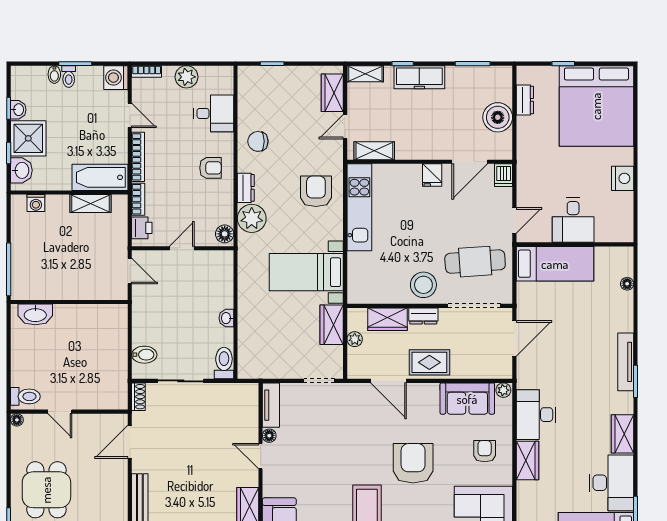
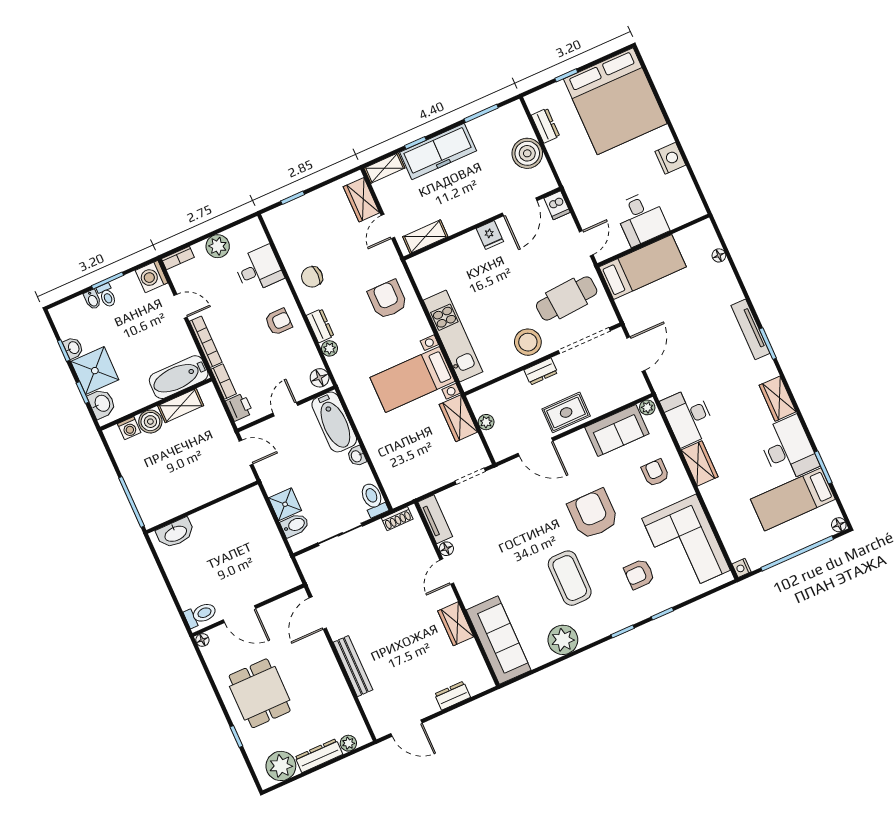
freezer: (419, 77) -> (438, 152), width x1.36, depth x1.26
boiler: (57, 206) -> (150, 422), added
kitchen unit: (359, 207) -> (453, 336), moved
plant: (252, 218) -> (329, 348), width x0.53, depth x0.53
bathtub: (220, 279) -> (334, 422), added
wardrobe: (387, 319) -> (509, 390), removed
shower: (144, 332) -> (285, 504), added
shoe rack: (138, 397) -> (397, 519), moved, turned 90
door: (60, 412) -> (239, 614), width x1.38
door: (261, 456) -> (447, 572), hinge flipped

